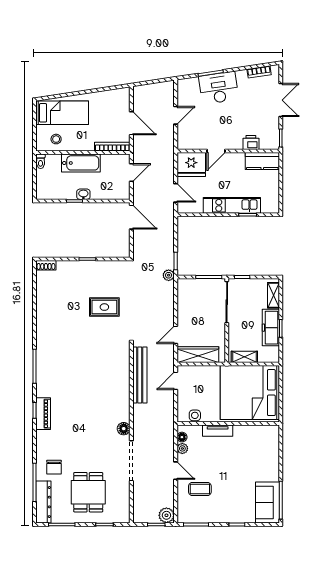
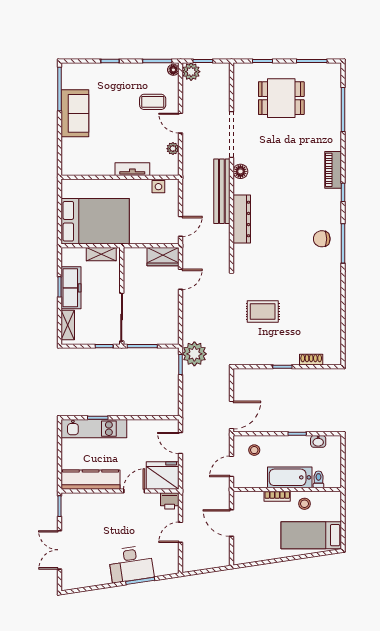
bookcase: (259, 72) -> (85, 582), removed
stool: (56, 139) -> (304, 504), moved
printer: (251, 143) -> (170, 501), moved
bookcase: (112, 147) -> (277, 496), moved, width x0.64
toilet: (41, 161) -> (318, 479), moved
kitchen counter: (262, 161) -> (91, 480), width x1.50
stool: (112, 187) -> (254, 450), added
washbasin: (83, 194) -> (318, 441), moved
kitchen unit: (232, 205) -> (94, 429), moved
door: (131, 217) -> (232, 415), swing flipped
shoe rack: (46, 265) -> (311, 360), moved
plant: (169, 275) -> (194, 354), width x1.87, depth x1.87
wardrobe: (198, 355) -> (163, 257), width x0.67
bench: (140, 375) -> (222, 191), moved
bed: (250, 393) -> (95, 221), width x0.73
piano: (43, 414) -> (333, 170), moved
floor lamp: (182, 437) -> (173, 70), moved
chair: (54, 467) -> (322, 239), moved, turned -90
dining table: (88, 492) -> (281, 98), turned 90
dresser: (43, 502) -> (242, 219), moved, turned 180
sofa: (267, 502) -> (75, 113), moved

